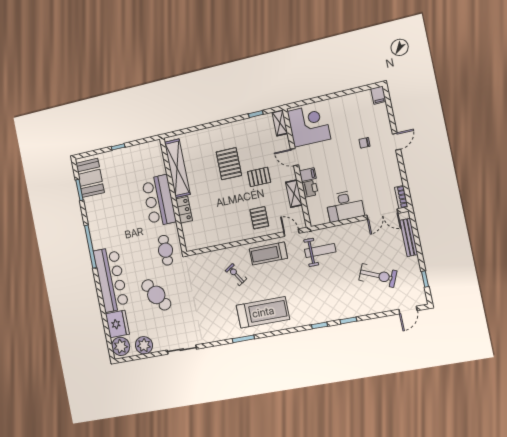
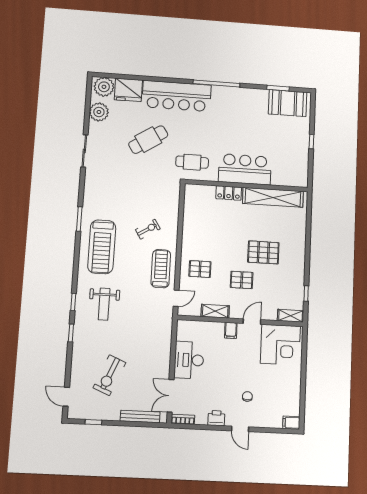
pallet: (259, 177) -> (242, 280), turned 90
printer: (310, 189) -> (216, 418), moved, turned 180
weight bench: (320, 251) -> (104, 304), moved

